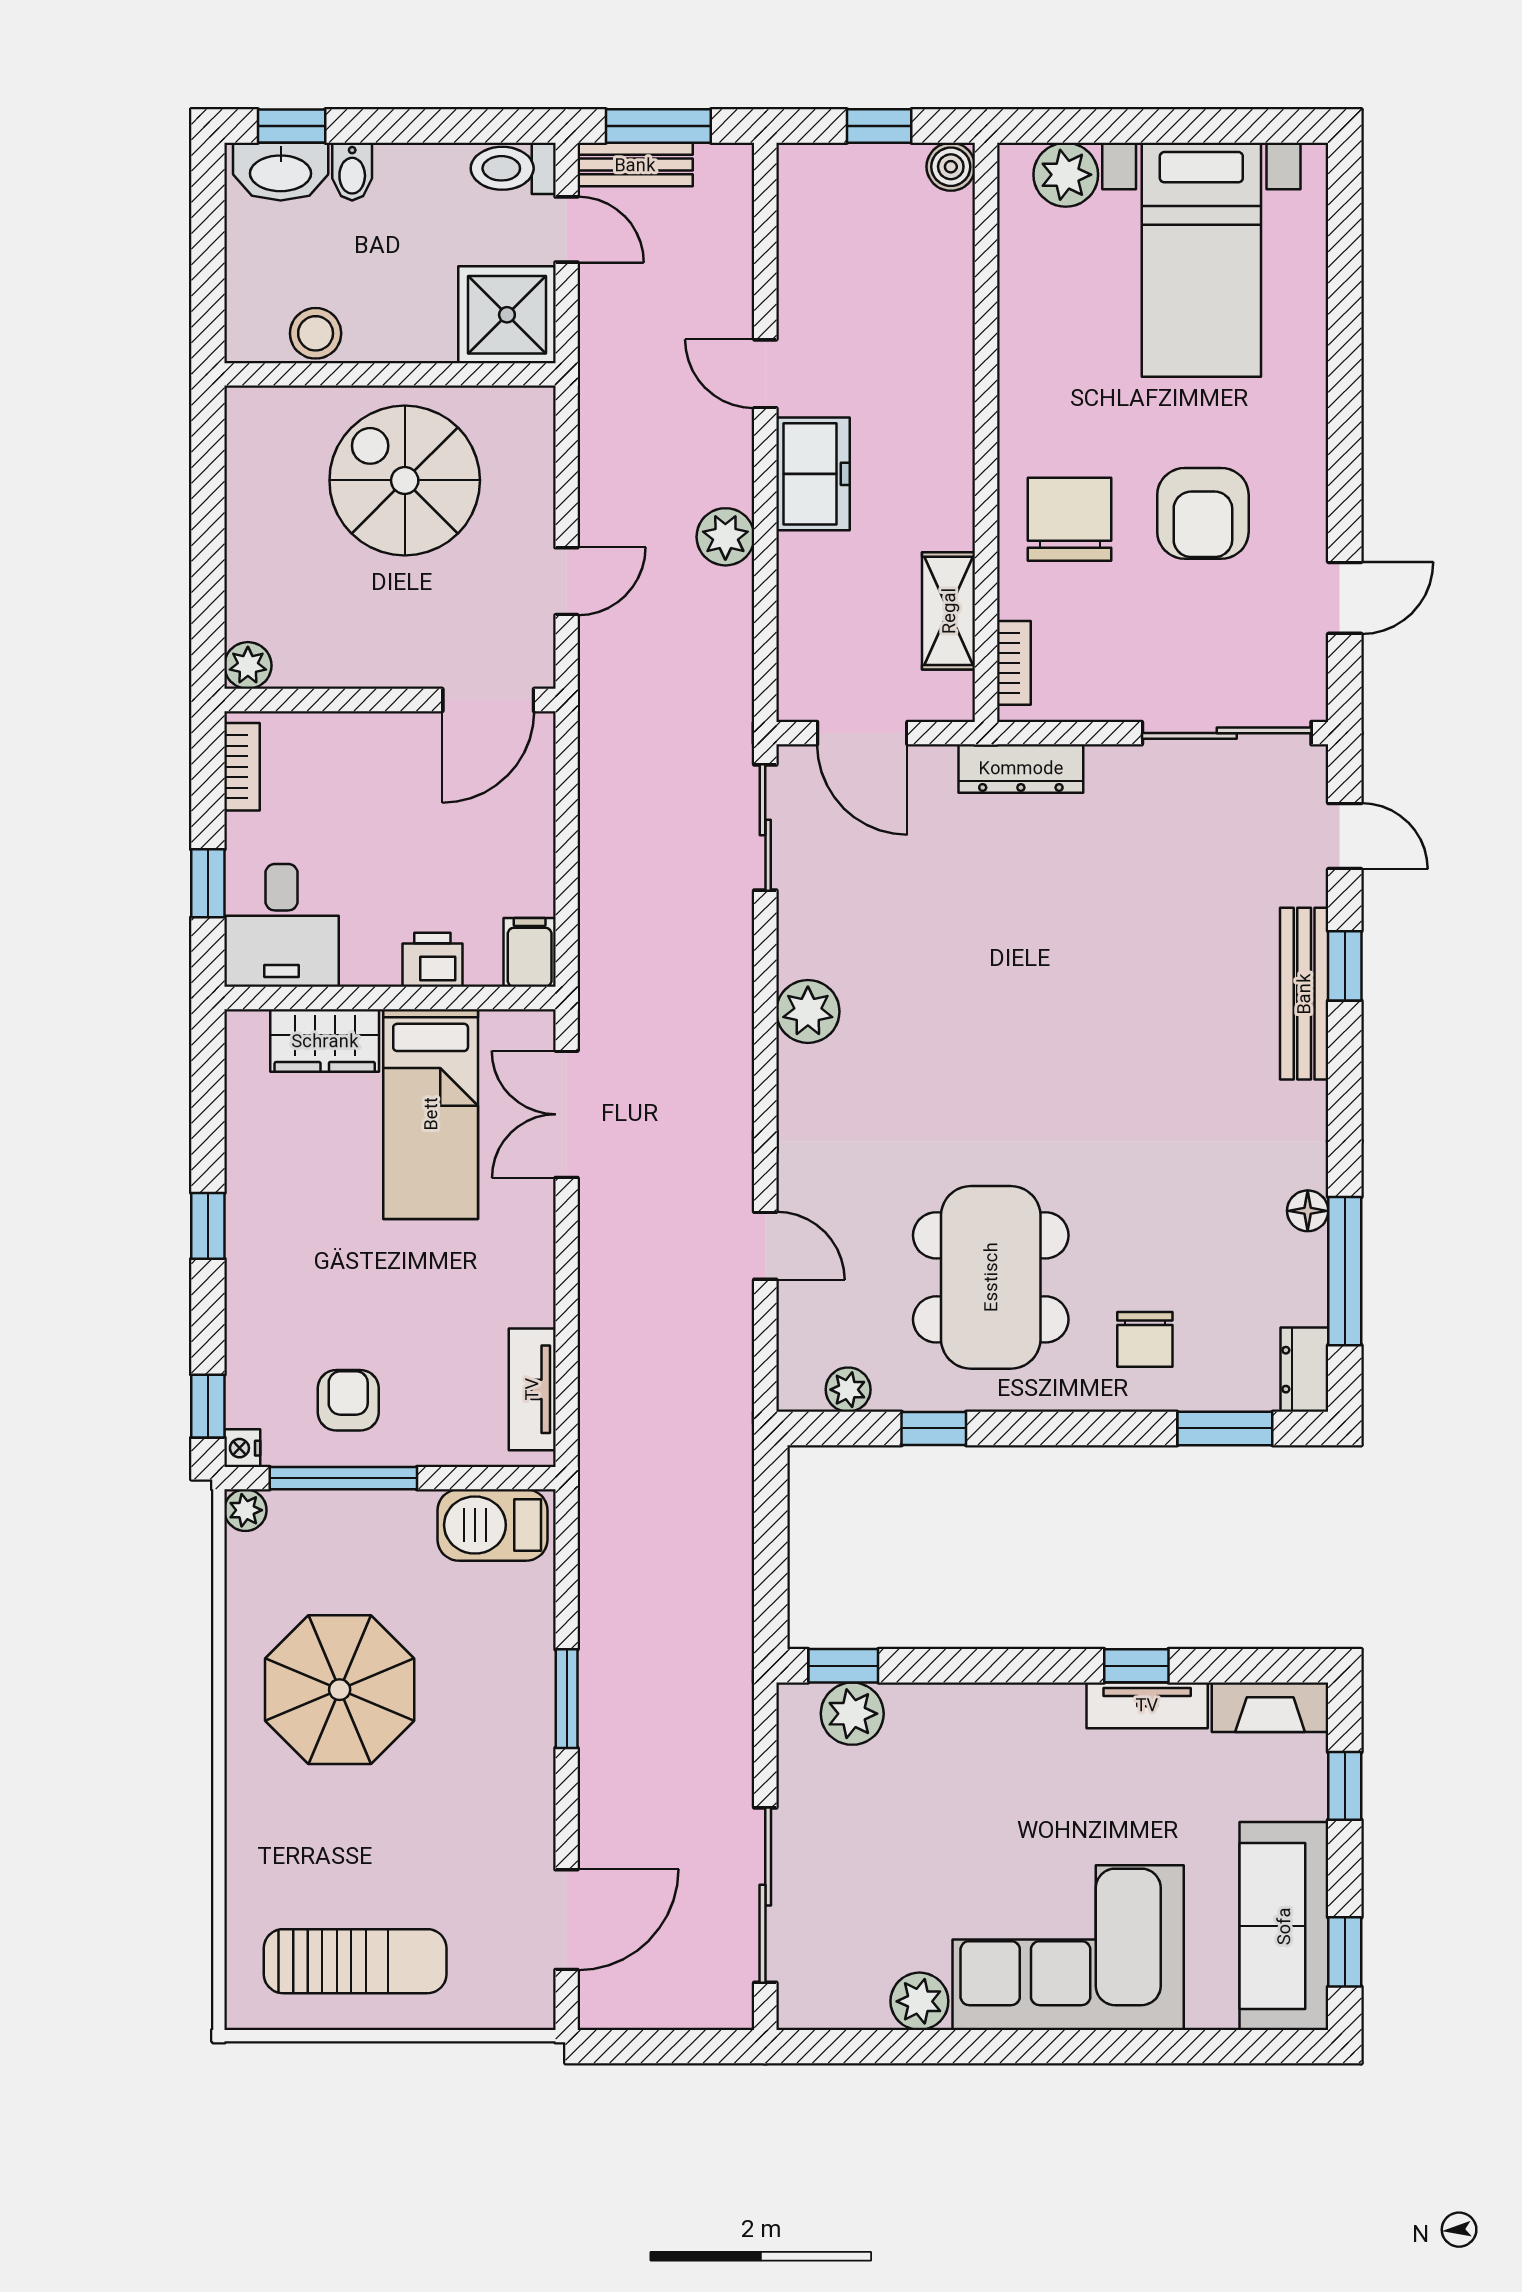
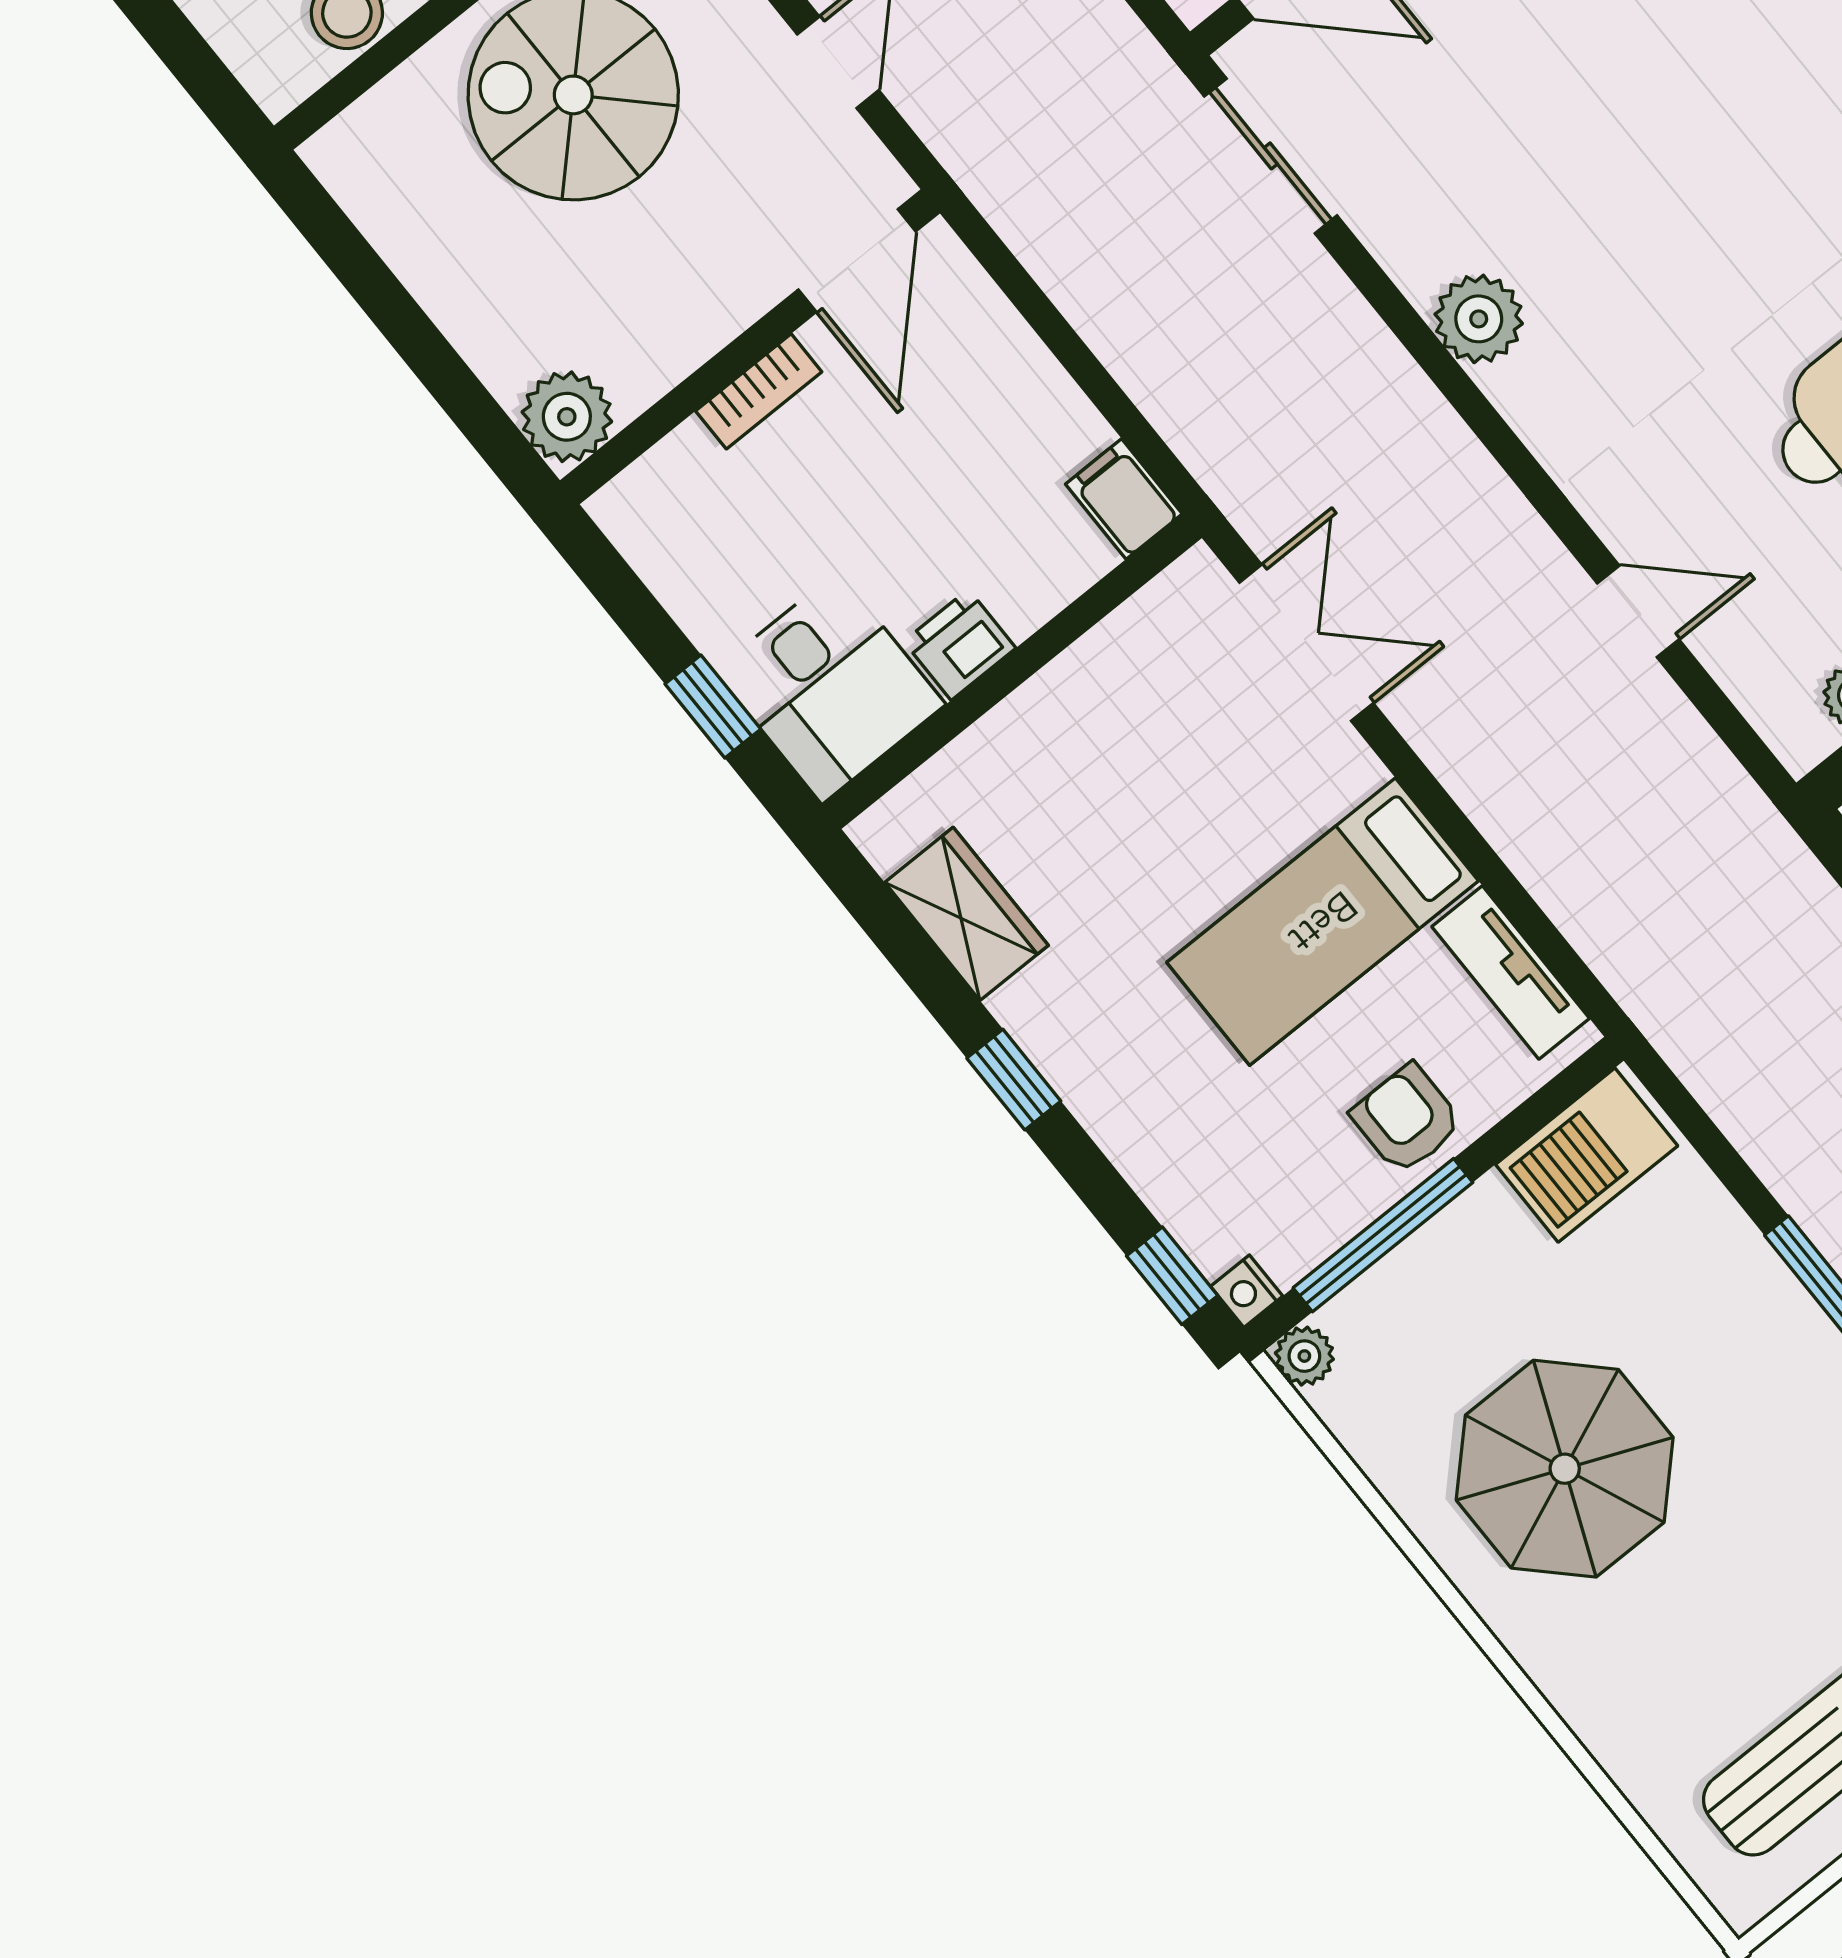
plant: (248, 665) -> (567, 417), width x1.38, depth x1.38
bookcase: (242, 767) -> (759, 391), moved, turned 90
printer: (432, 960) -> (960, 645), moved
wardrobe: (325, 1041) -> (967, 914), moved, turned -90
bed: (431, 1114) -> (1323, 922), moved, turned 90
double door: (567, 1114) -> (1306, 643), swing flipped
armchair: (348, 1400) -> (1407, 1119), moved

